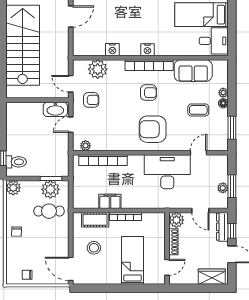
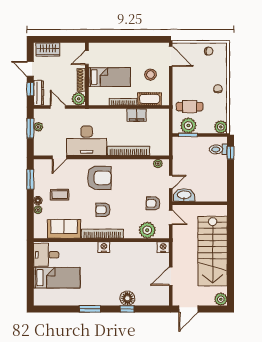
nightstand: (112, 50) -> (163, 247), moved
bookcase: (103, 160) -> (128, 151), moved
bed: (133, 260) -> (109, 77), moved, turned -90

